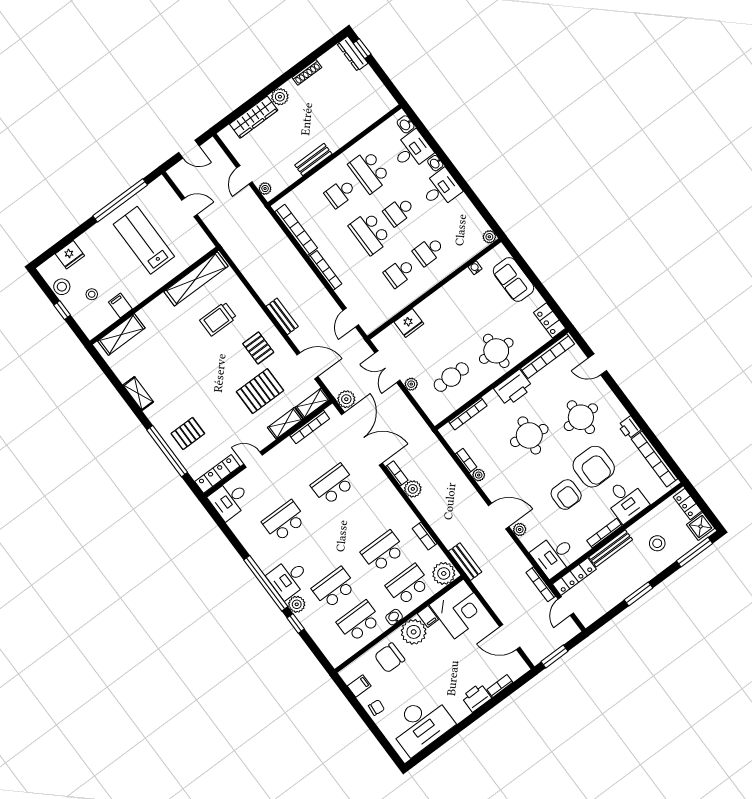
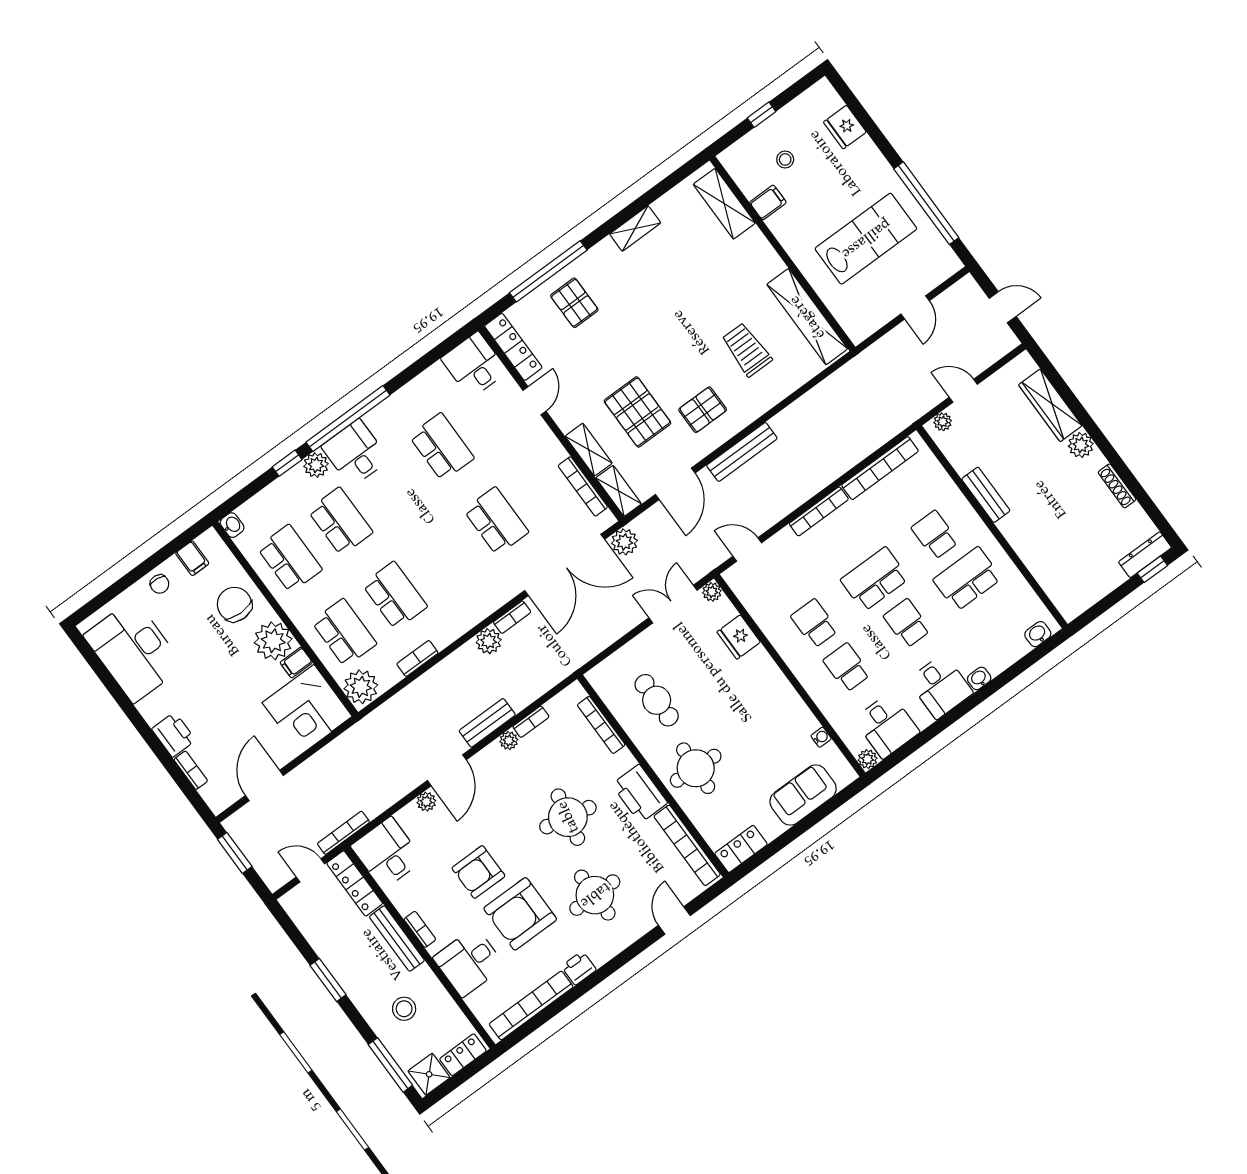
door: (189, 149) -> (1003, 307), swing flipped
desk: (412, 151) -> (887, 726), moved
stool: (62, 287) -> (797, 115), removed
bench: (282, 316) -> (742, 452), width x1.36
plant: (411, 384) -> (712, 592), moved
bookcase: (604, 533) -> (420, 929), width x0.64
bench: (465, 562) -> (487, 723), moved
washbasin: (394, 617) -> (232, 525), moved

